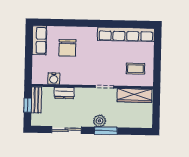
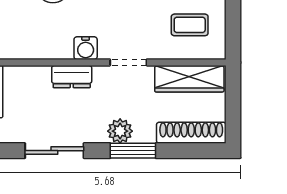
water cooler: (54, 79) -> (86, 48), moved
dresser: (64, 93) -> (72, 77), moved
shoe rack: (135, 122) -> (191, 133), added

